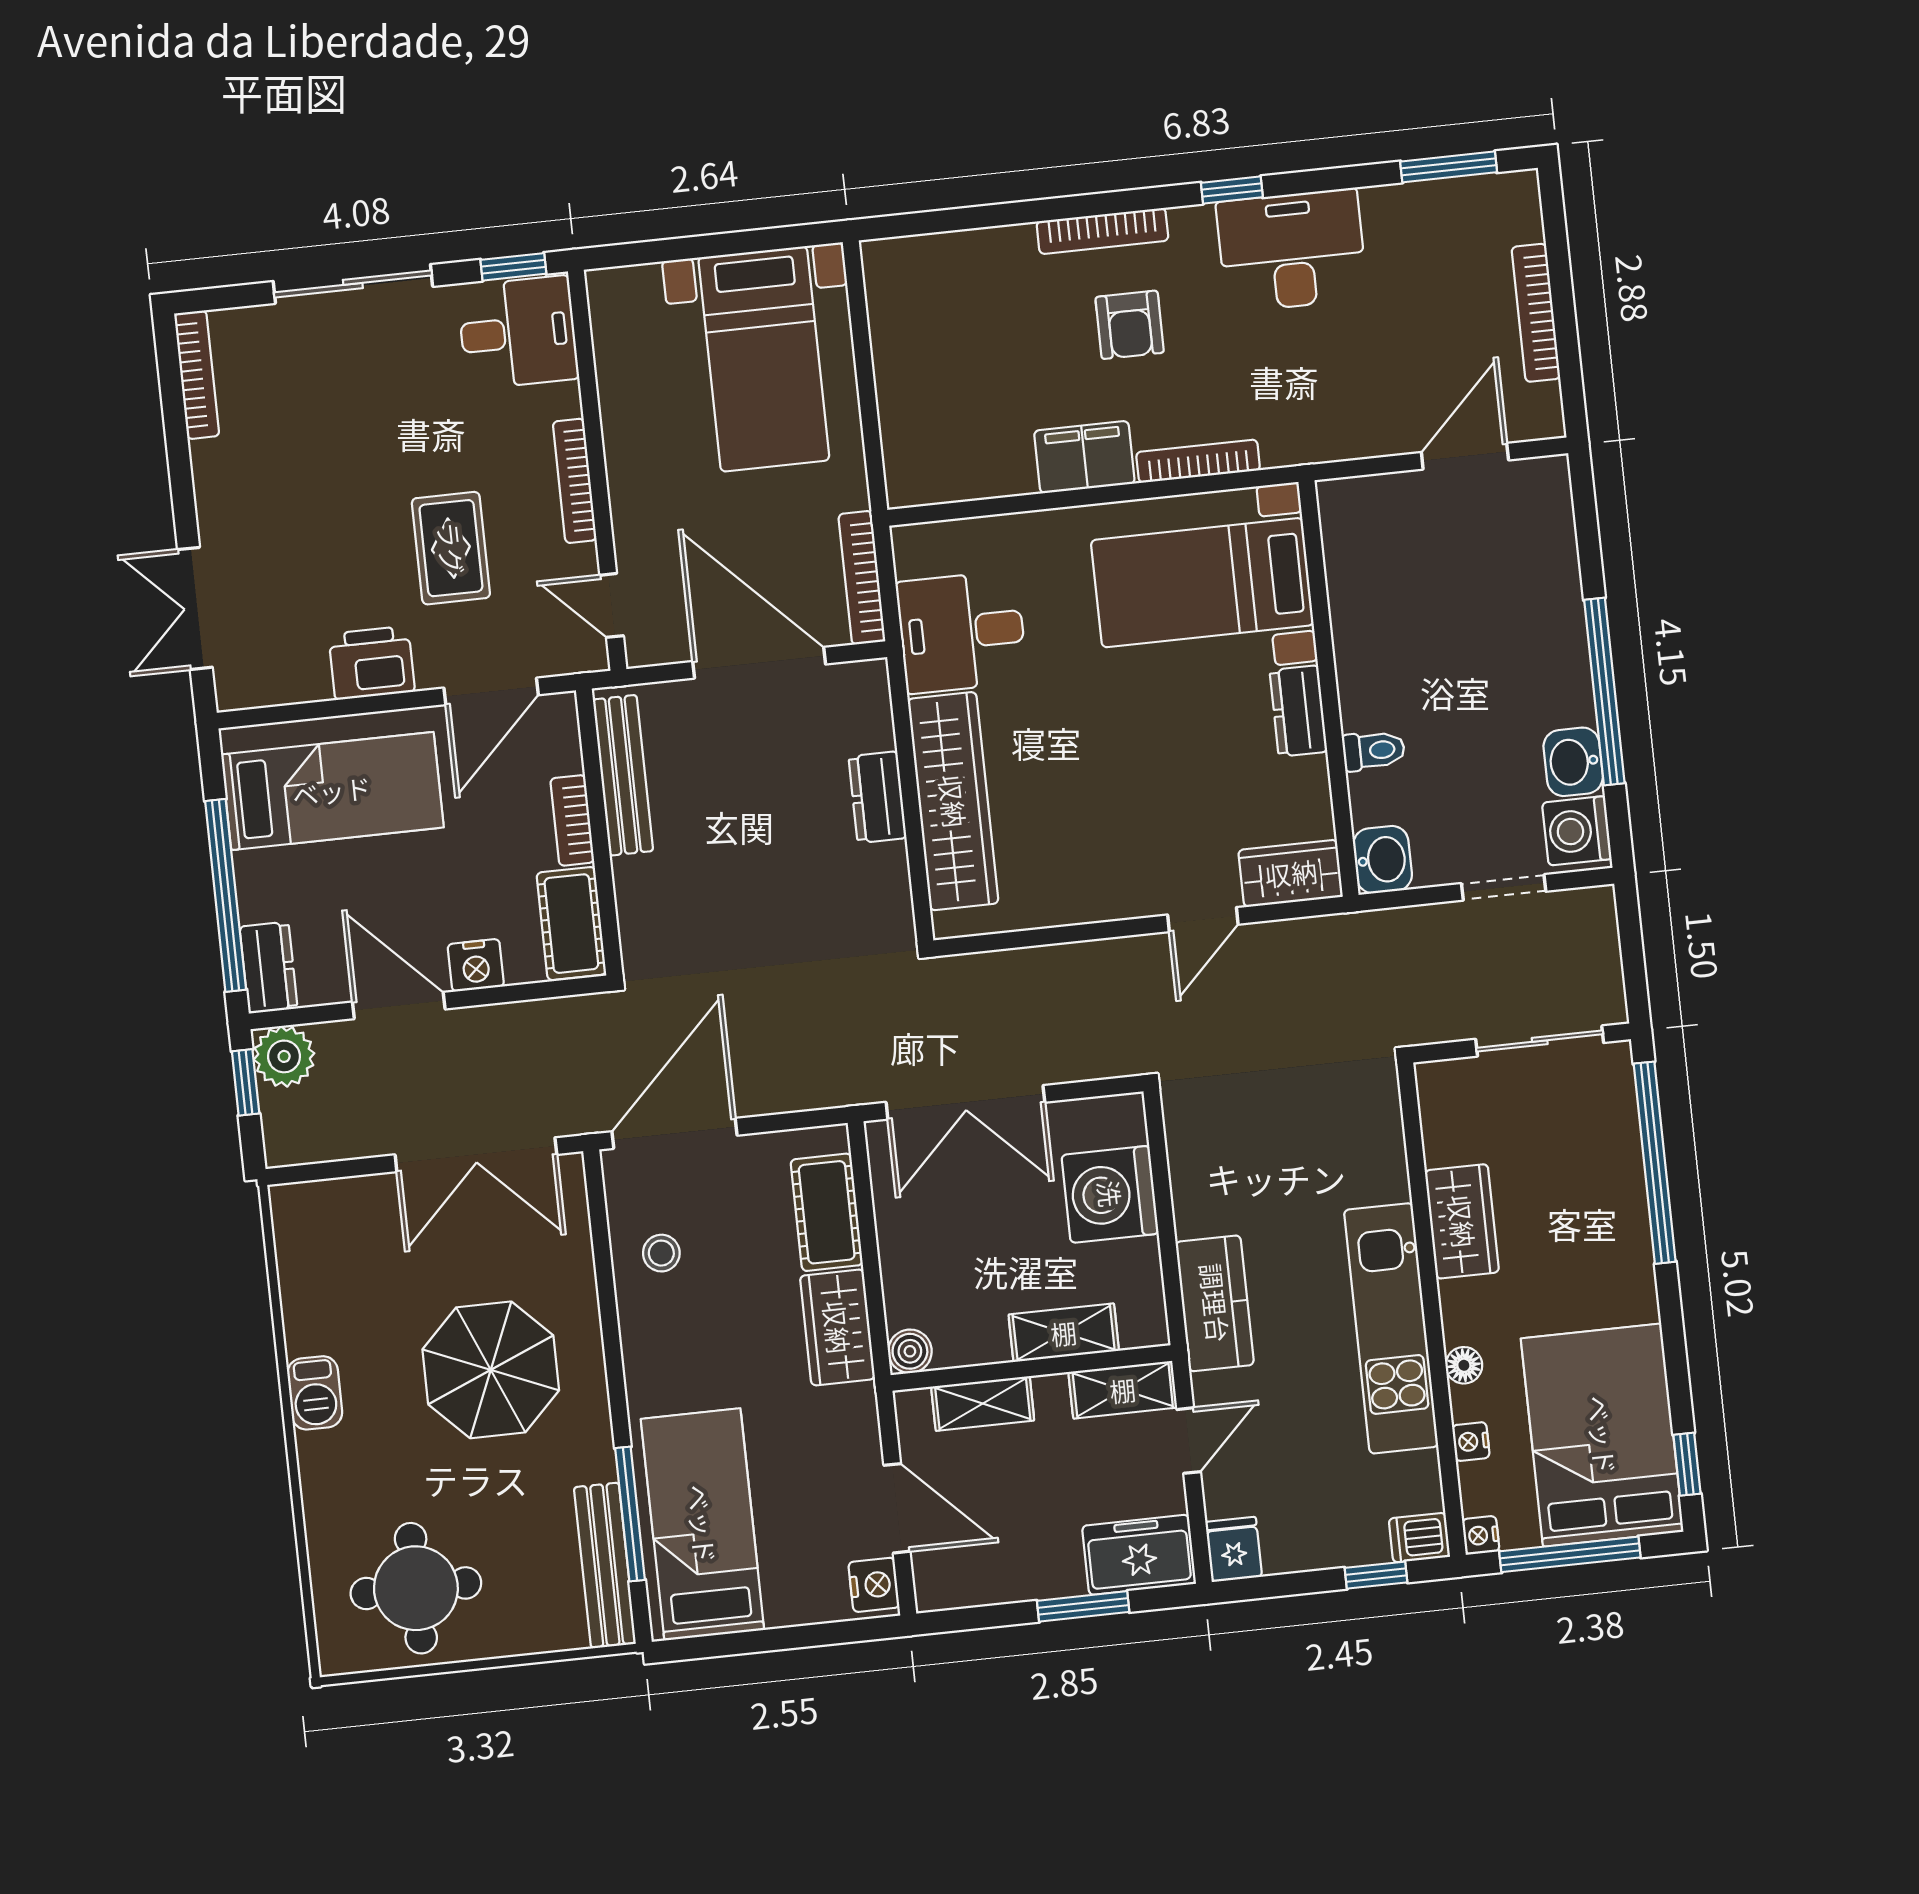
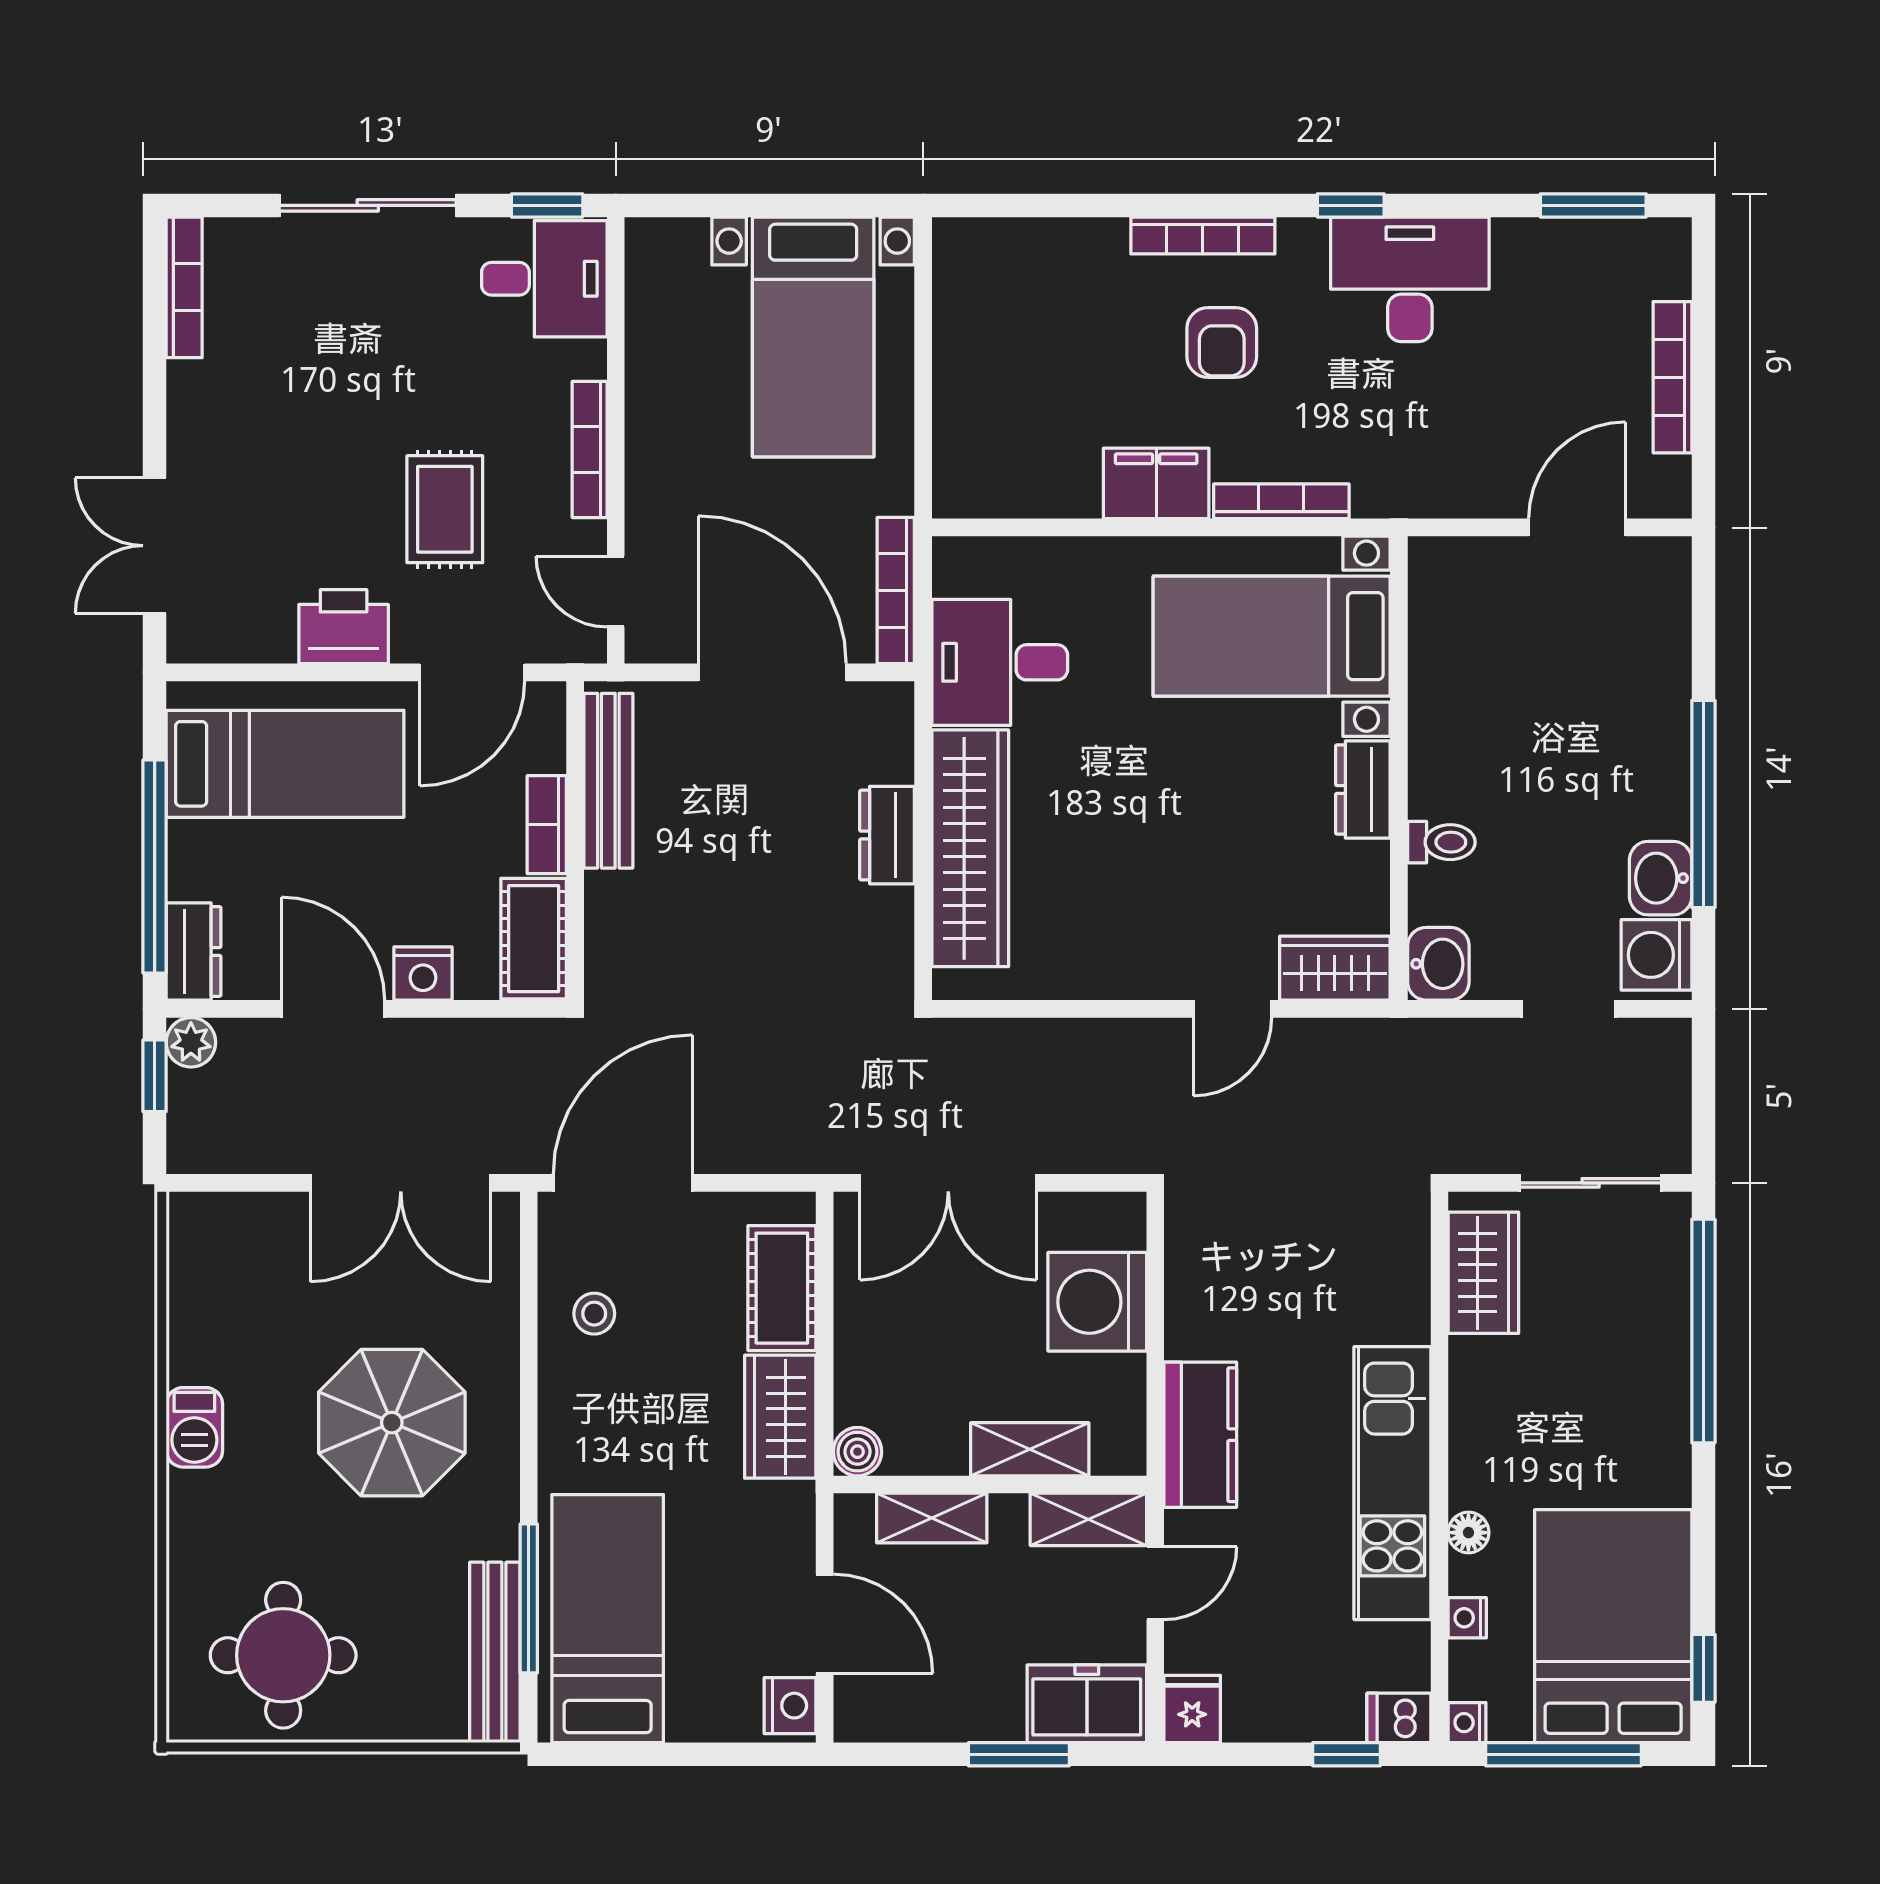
plant: (284, 1056) -> (191, 1042), width x0.73, depth x0.73
wardrobe: (1462, 1221) -> (1483, 1273), moved

